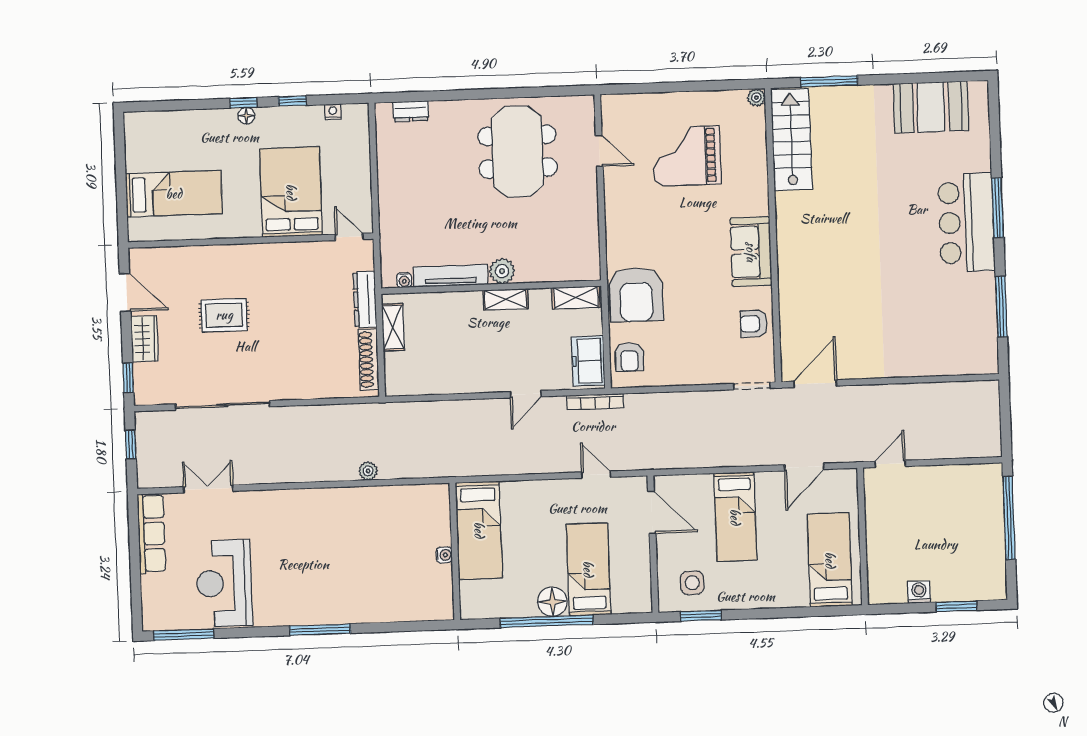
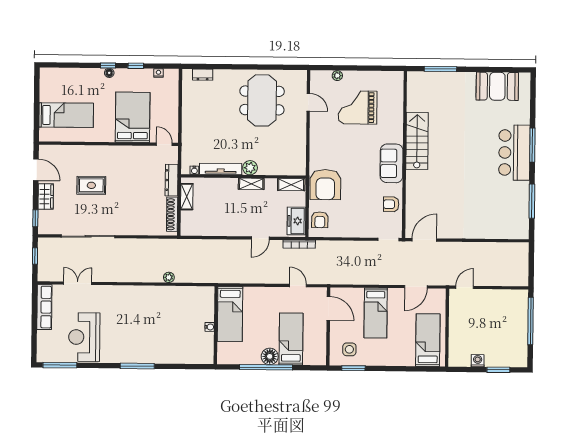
plant: (756, 98) -> (337, 76), moved
stairs: (791, 139) -> (417, 141), moved

